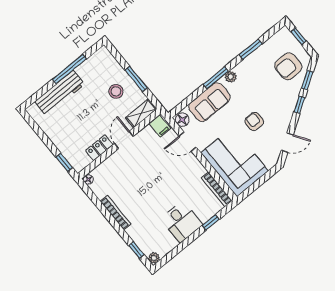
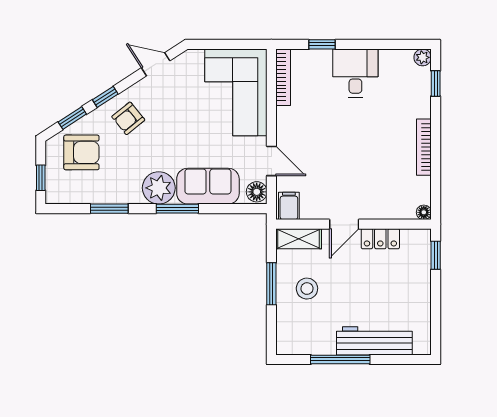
plant: (231, 77) -> (159, 188), width x1.87, depth x1.87
armchair: (254, 121) -> (128, 118), moved, turned 51

